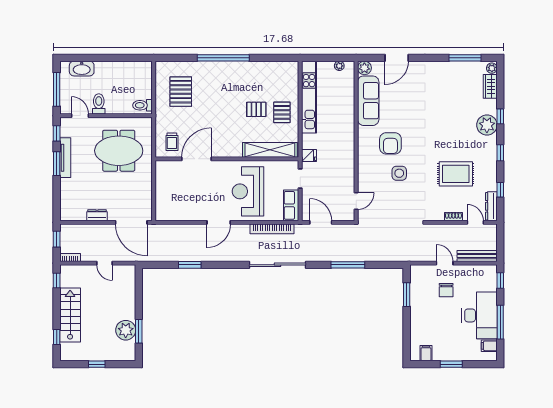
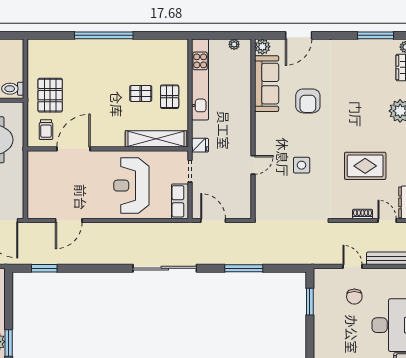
pallet: (181, 92) -> (50, 95), moved
armchair: (390, 143) -> (308, 101), moved
door: (356, 201) -> (253, 165), moved
door: (219, 222) -> (69, 221), moved
bookcase: (272, 229) -> (158, 228), removed
window: (190, 265) -> (44, 268), moved

